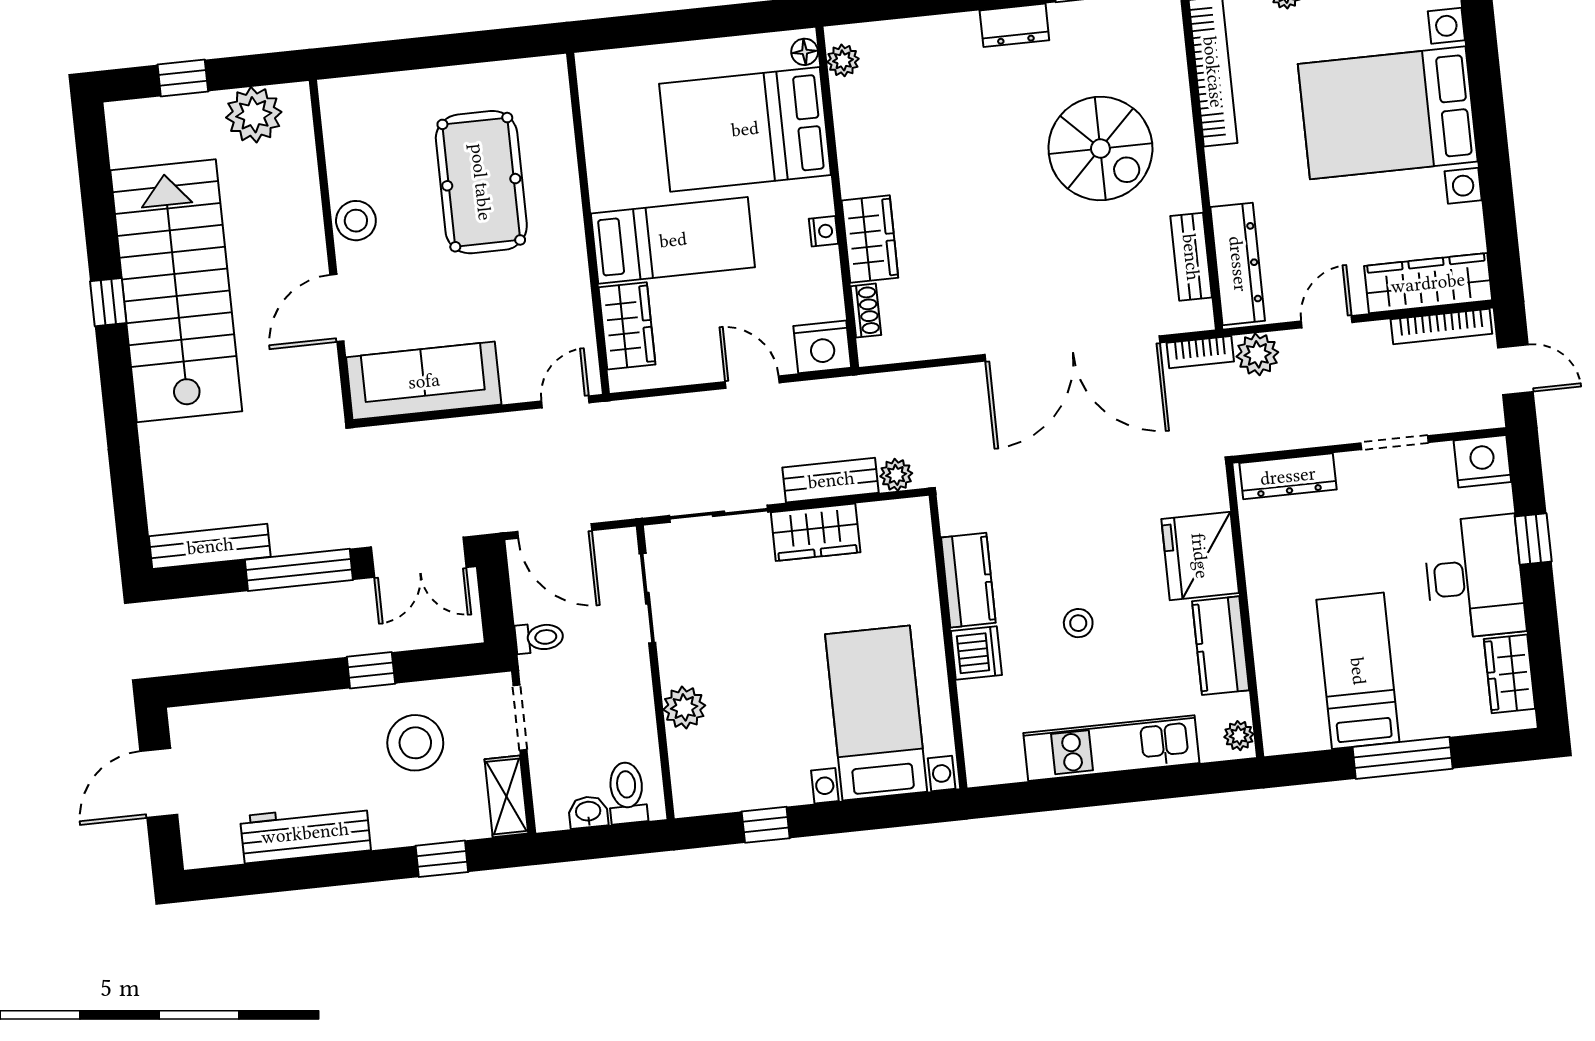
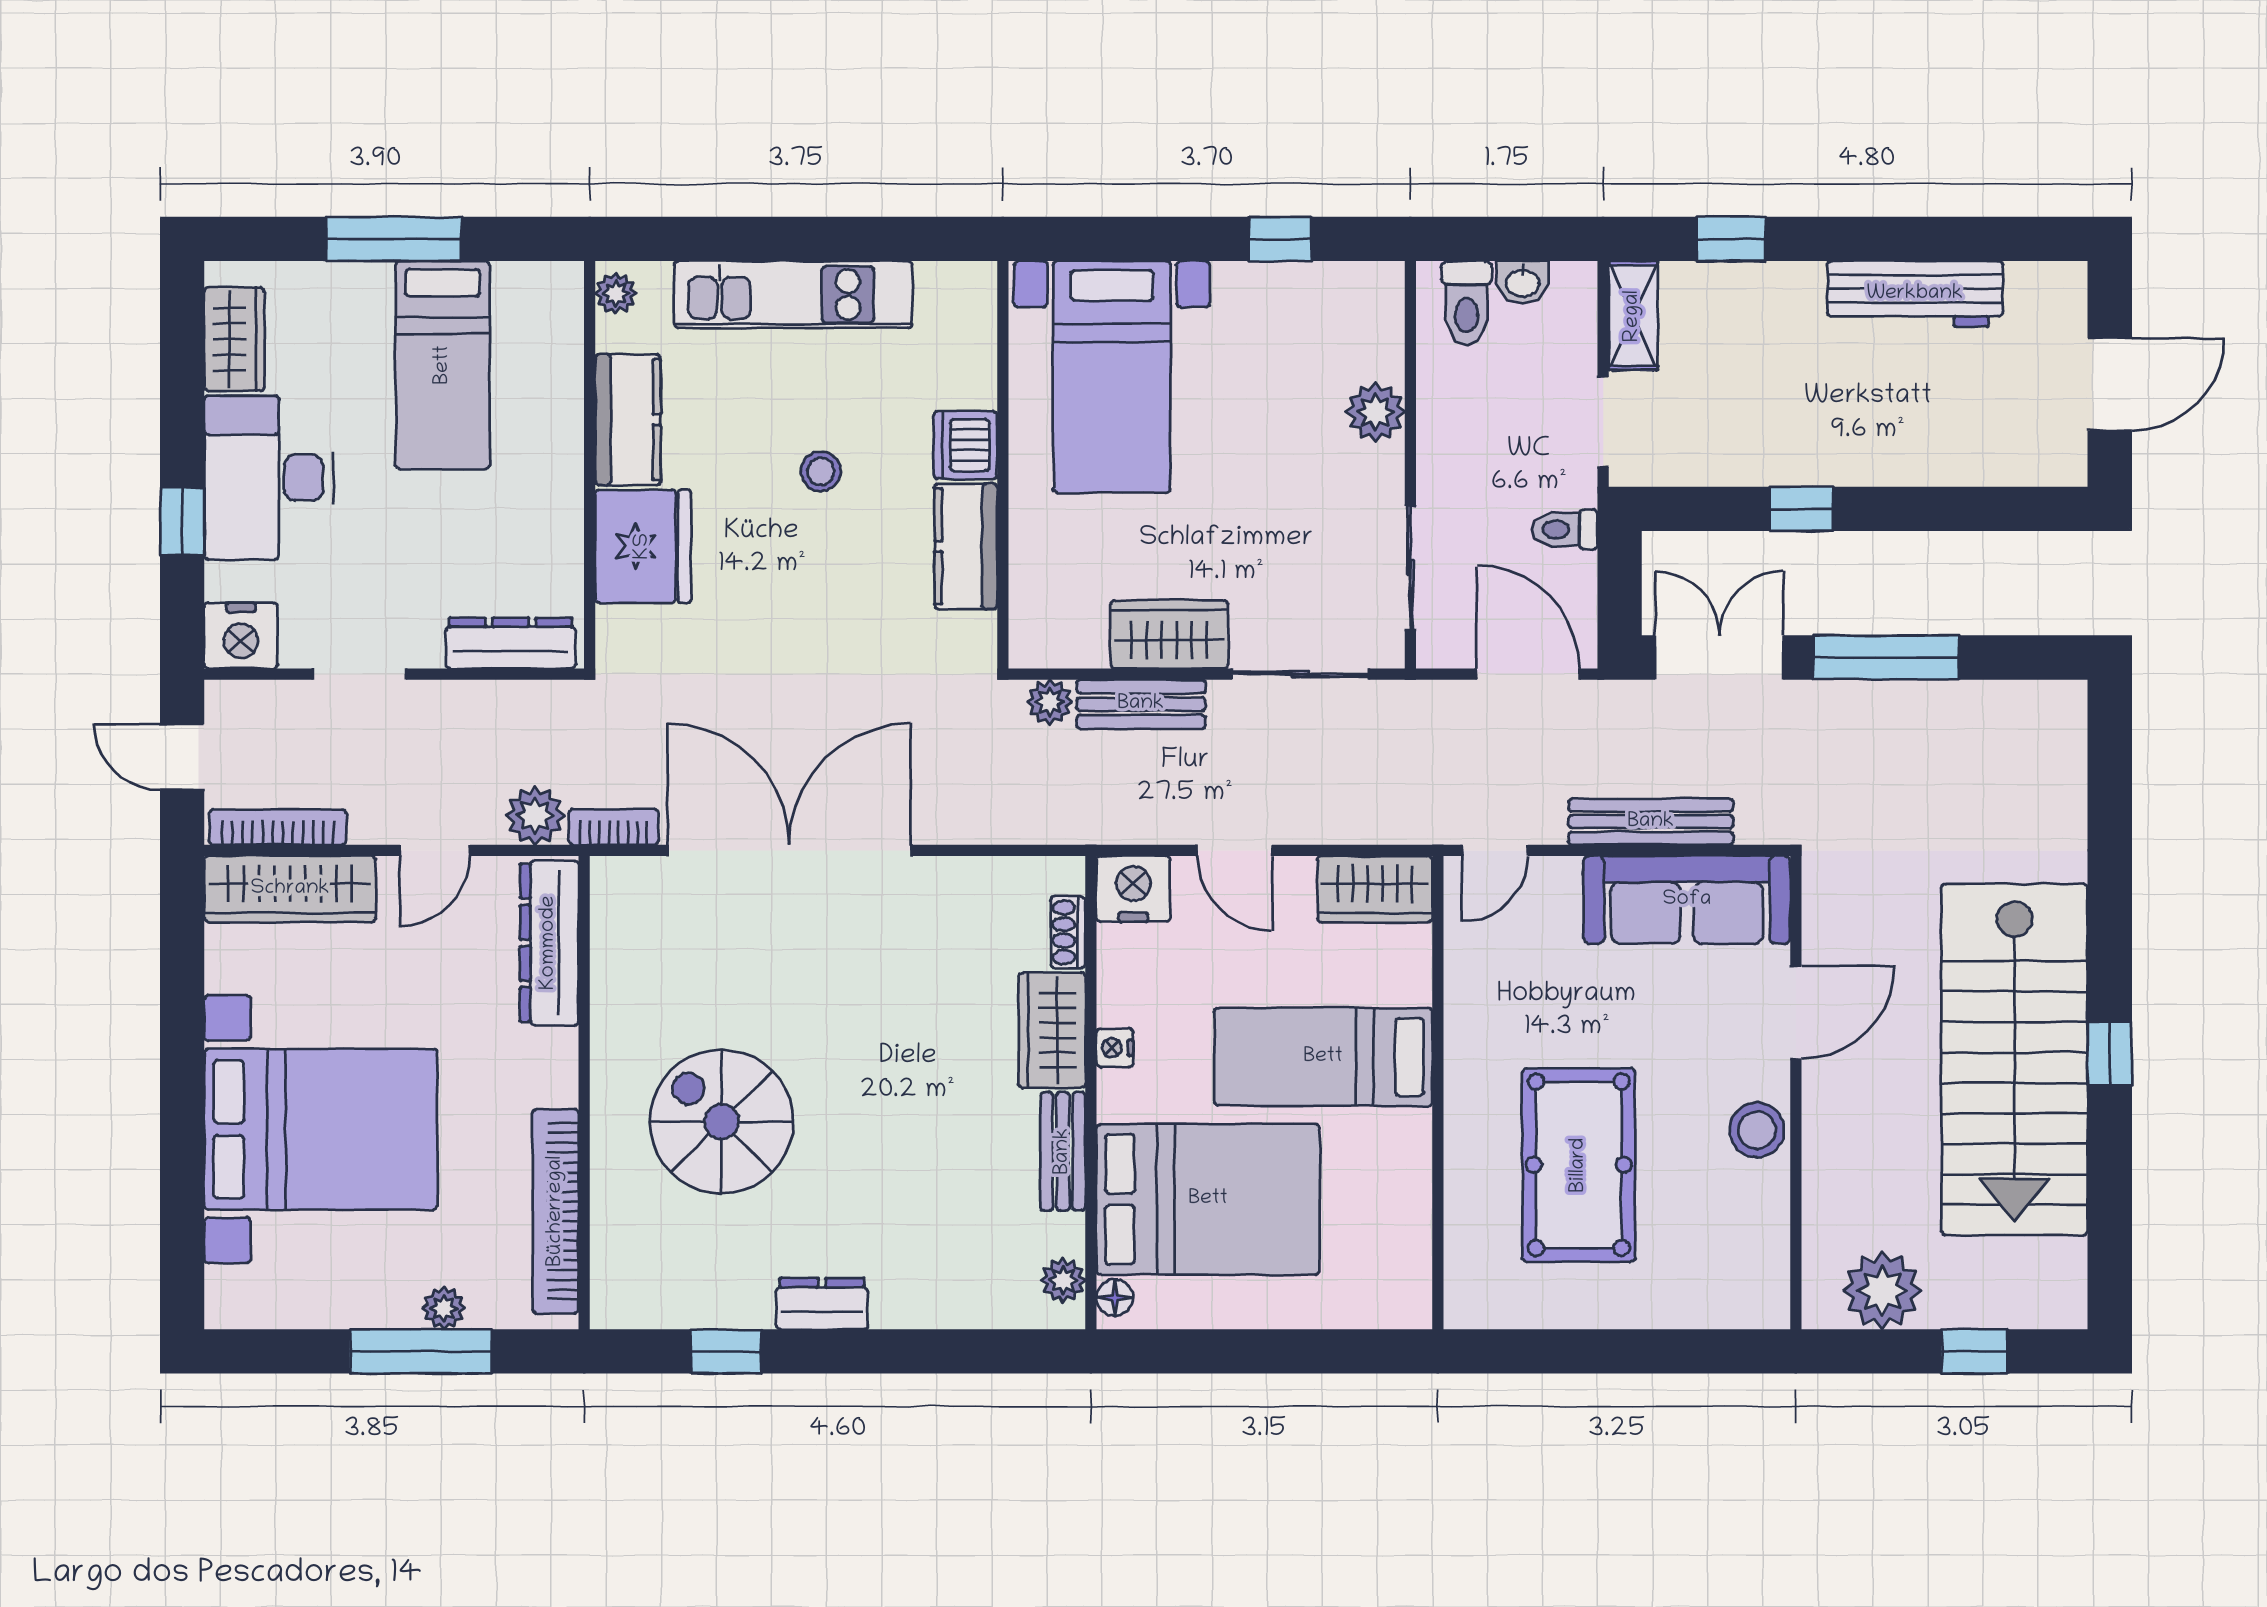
bench: (1191, 257) -> (1063, 1151), moved
wardrobe: (627, 326) -> (1375, 889), moved, turned -90
bench: (210, 546) -> (1651, 822), moved
stool: (415, 743) -> (1751, 402), removed

